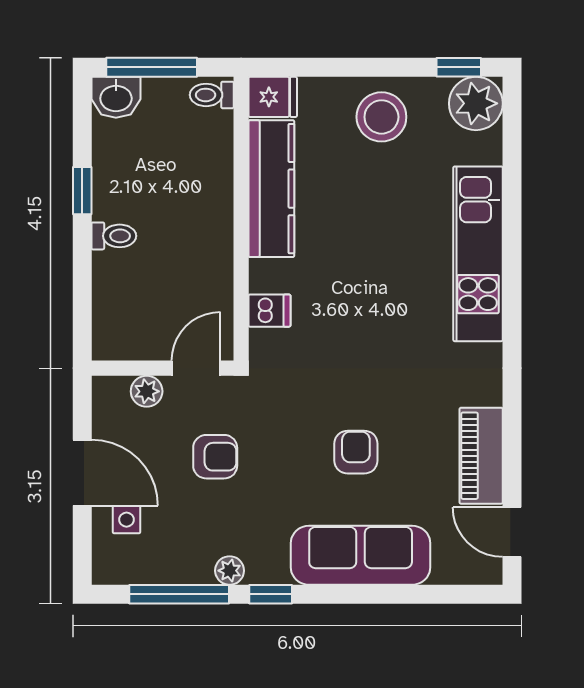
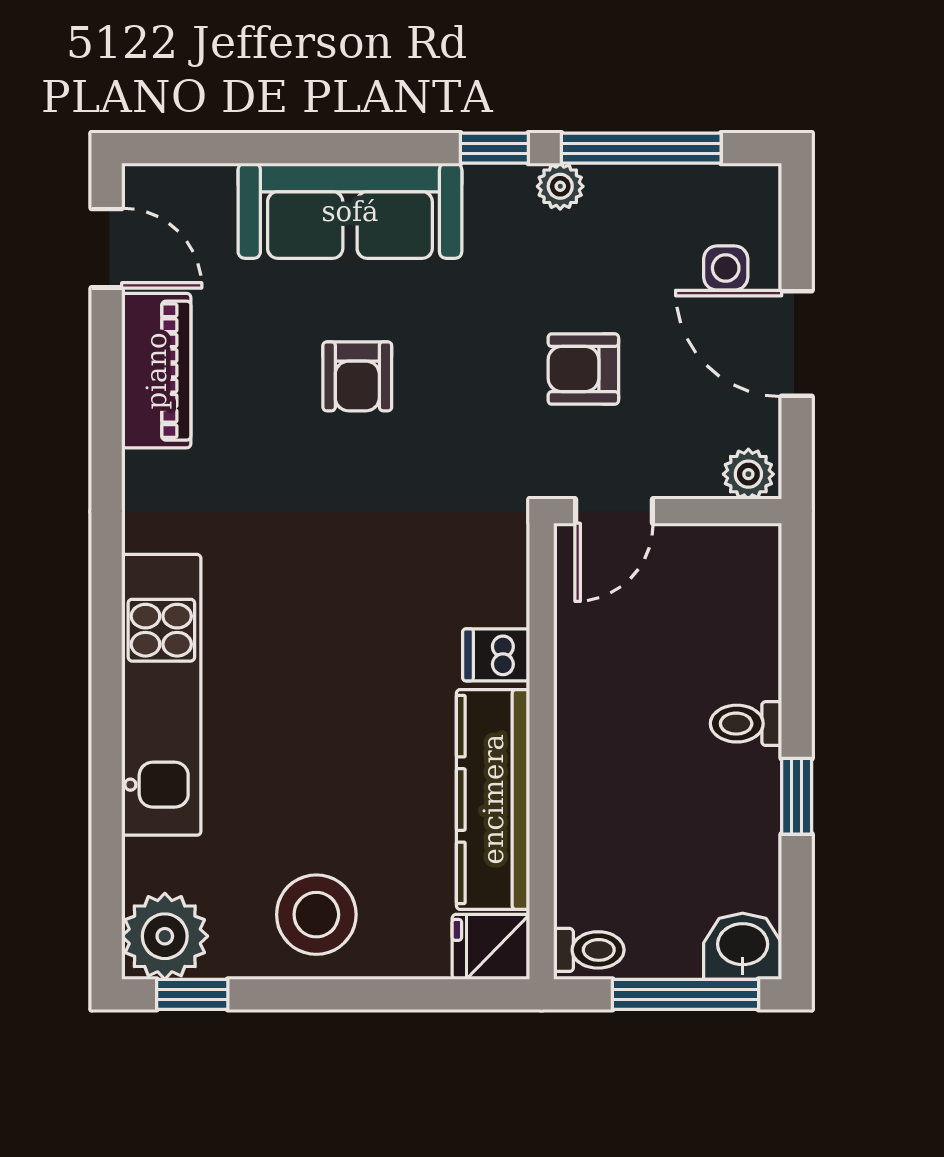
dishwasher: (269, 311) -> (496, 655), moved
plant: (147, 391) -> (748, 474), moved

